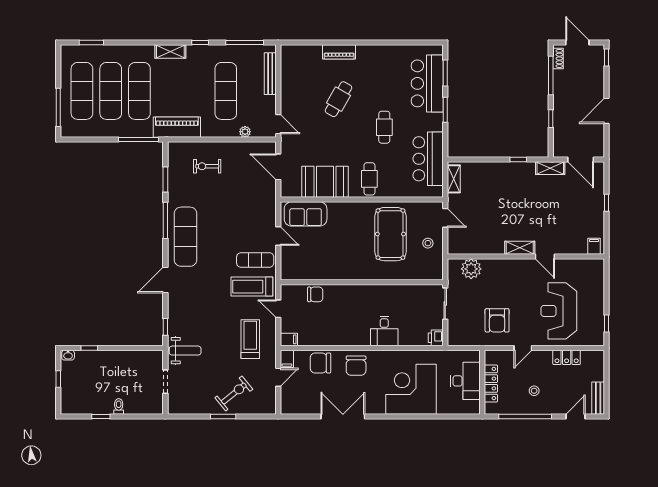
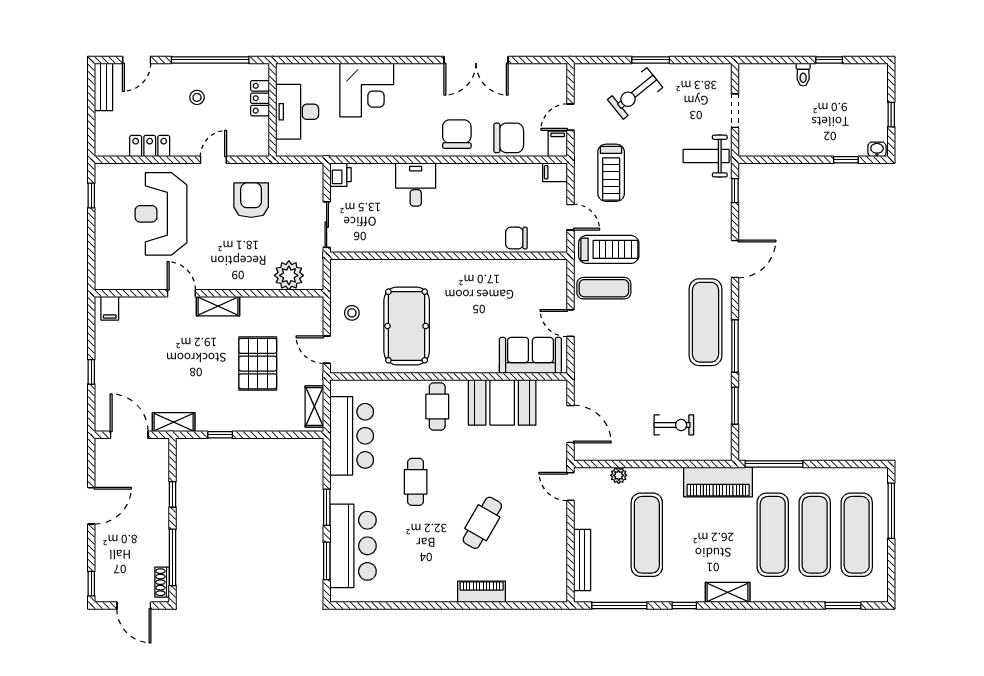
pallet: (493, 208) -> (258, 364), added
reception desk: (559, 311) -> (161, 214), turned 180
locker: (491, 383) -> (260, 98), width x0.66
corner desk: (411, 389) -> (367, 90), width x0.74, depth x0.74

